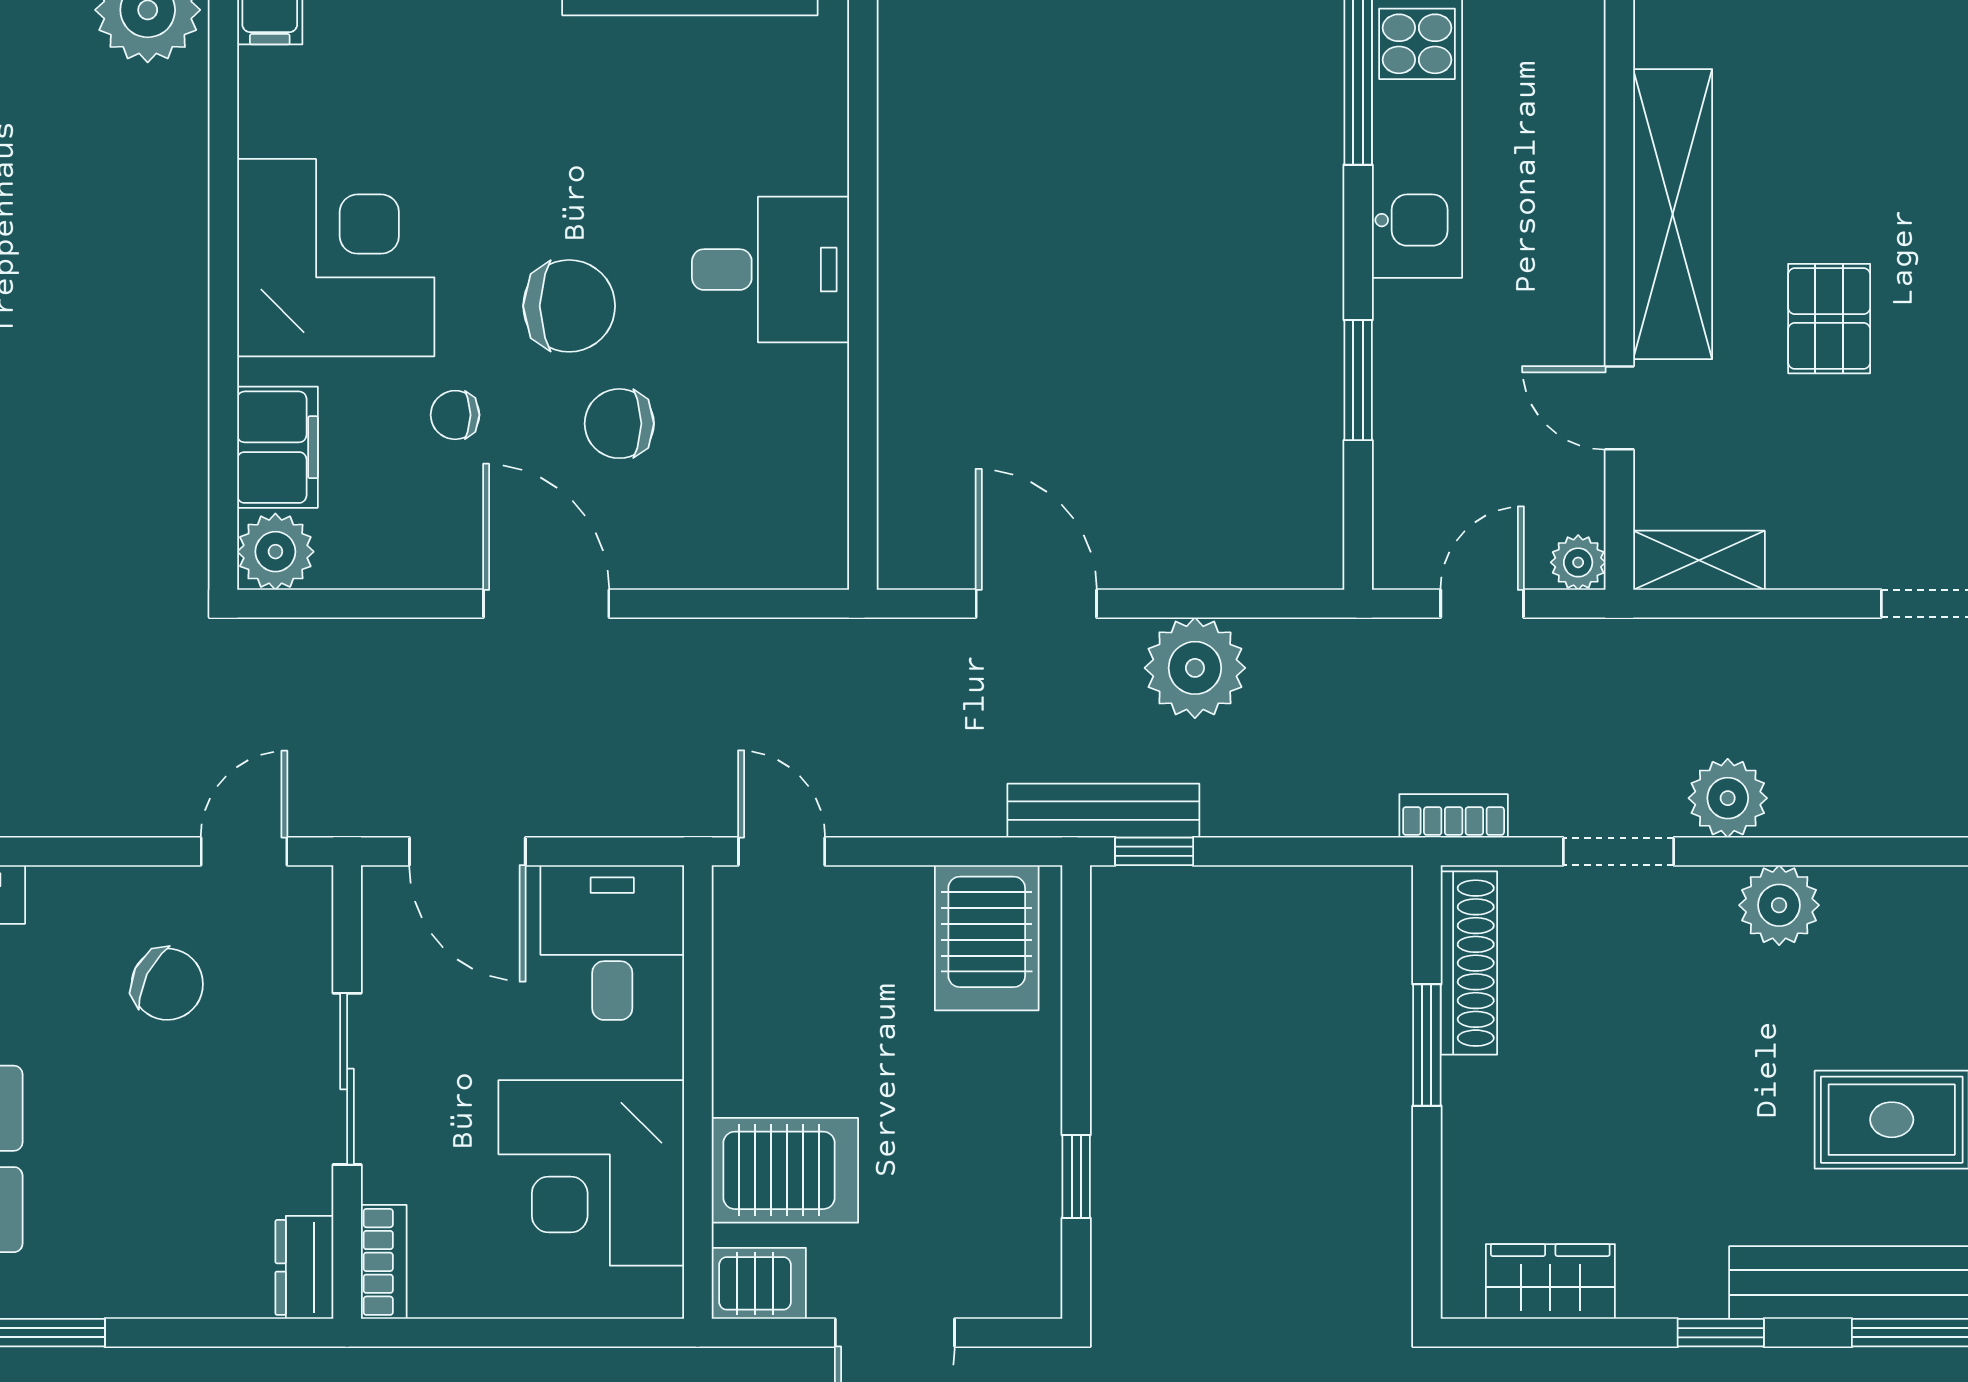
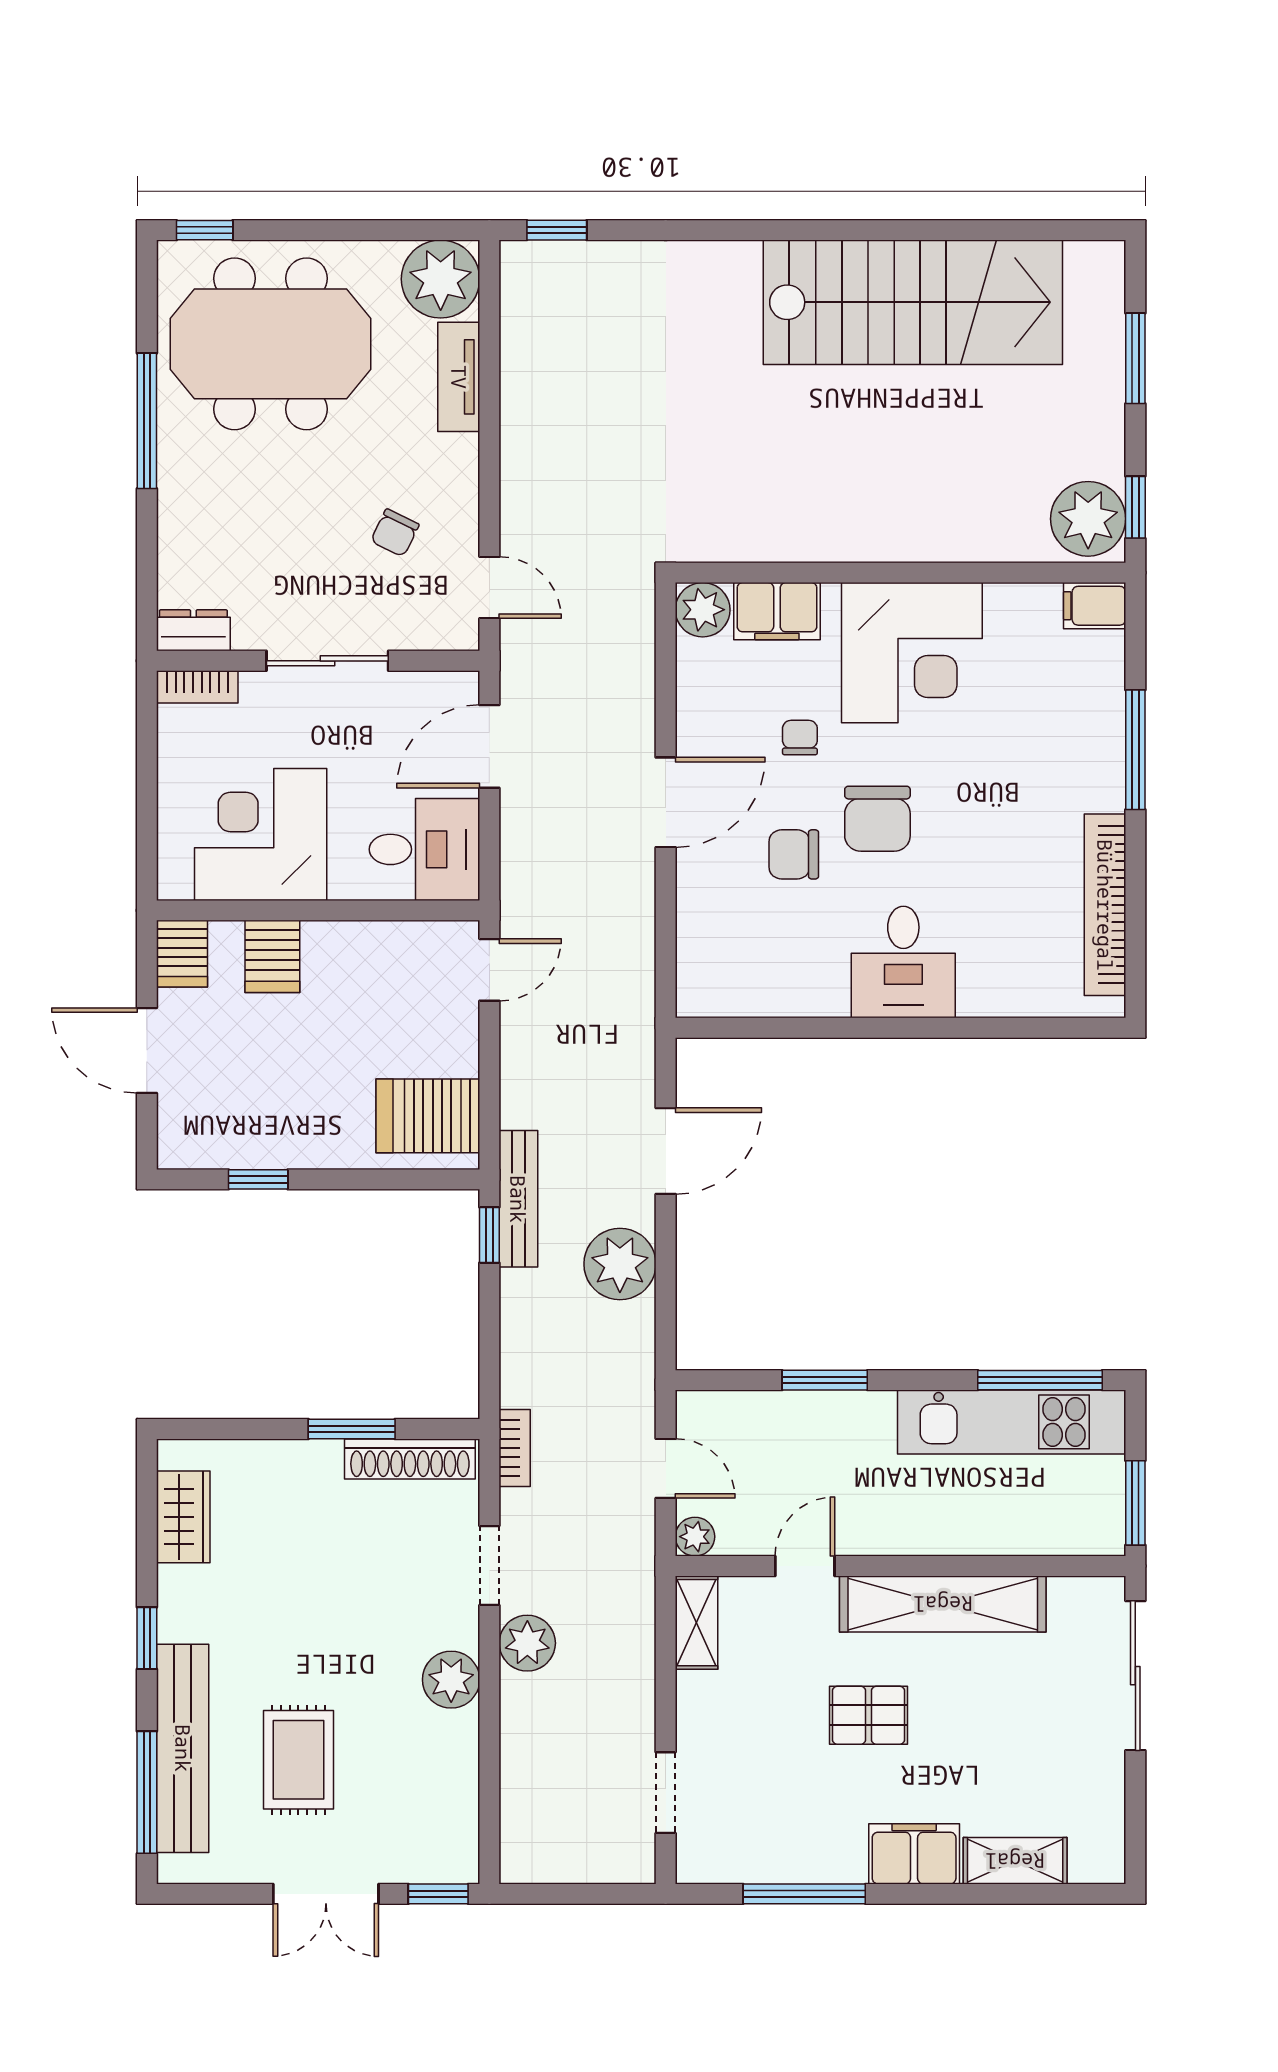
chair: (619, 424) -> (794, 854), turned -90
chair: (167, 984) -> (395, 533), width x0.73, depth x0.73
server rack: (785, 1170) -> (272, 956), width x0.73, depth x0.70

